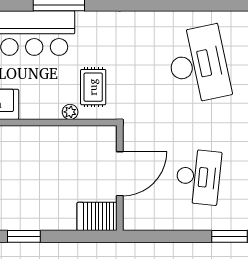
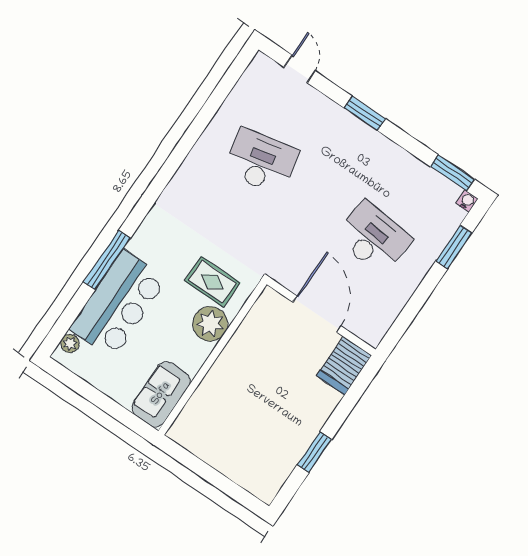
desk: (198, 64) -> (261, 161), width x0.73, depth x0.77
plant: (70, 112) -> (210, 324), width x1.88, depth x1.88

